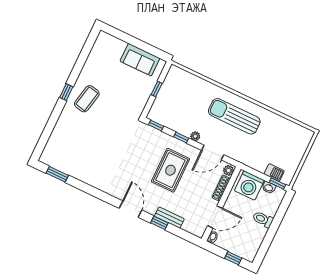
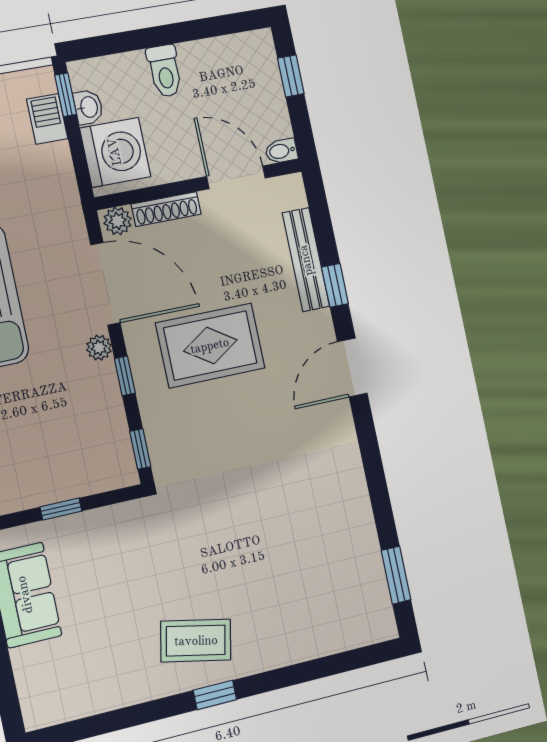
door: (213, 153) -> (105, 284), width x1.36
bench: (169, 218) -> (306, 260), width x1.36

